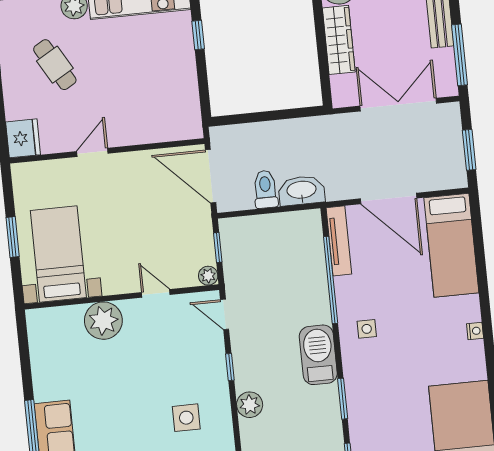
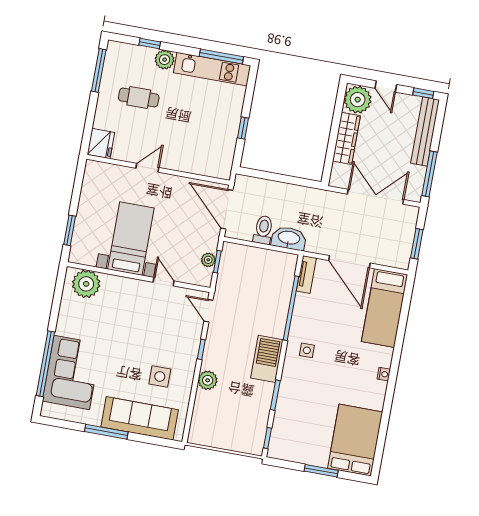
window: (198, 35) -> (243, 128), moved
cafe table: (55, 65) -> (139, 97), turned -60
window: (13, 237) -> (70, 230), moved
tv unit: (339, 241) -> (306, 274), width x0.71
bed with nightstands: (58, 254) -> (131, 239), moved
plant: (208, 276) -> (208, 260), moved
plant: (103, 321) -> (86, 284), moved

